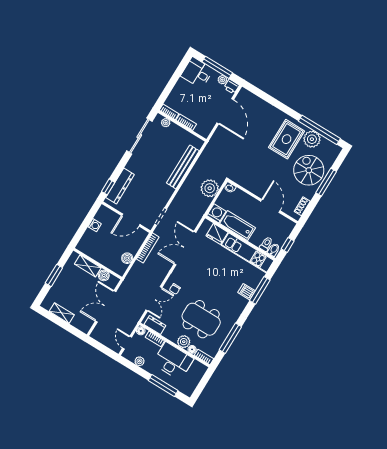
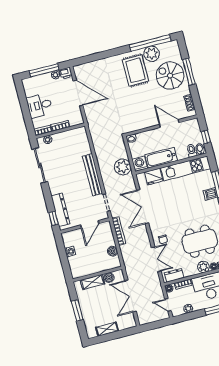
desk: (197, 73) -> (39, 105), moved
bench: (183, 167) -> (93, 175), moved
plant: (210, 188) -> (123, 167), moved

